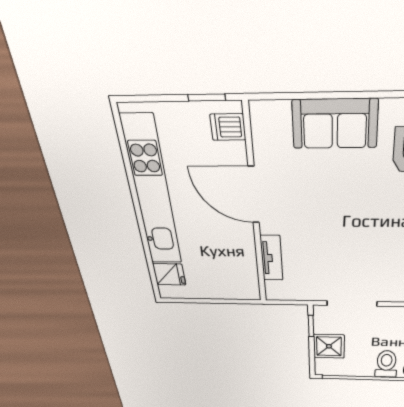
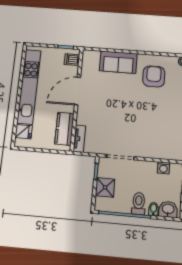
door: (254, 195) -> (78, 91), hinge flipped
tv unit: (272, 258) -> (79, 139), moved
kitchen counter: (242, 265) -> (64, 129), added

